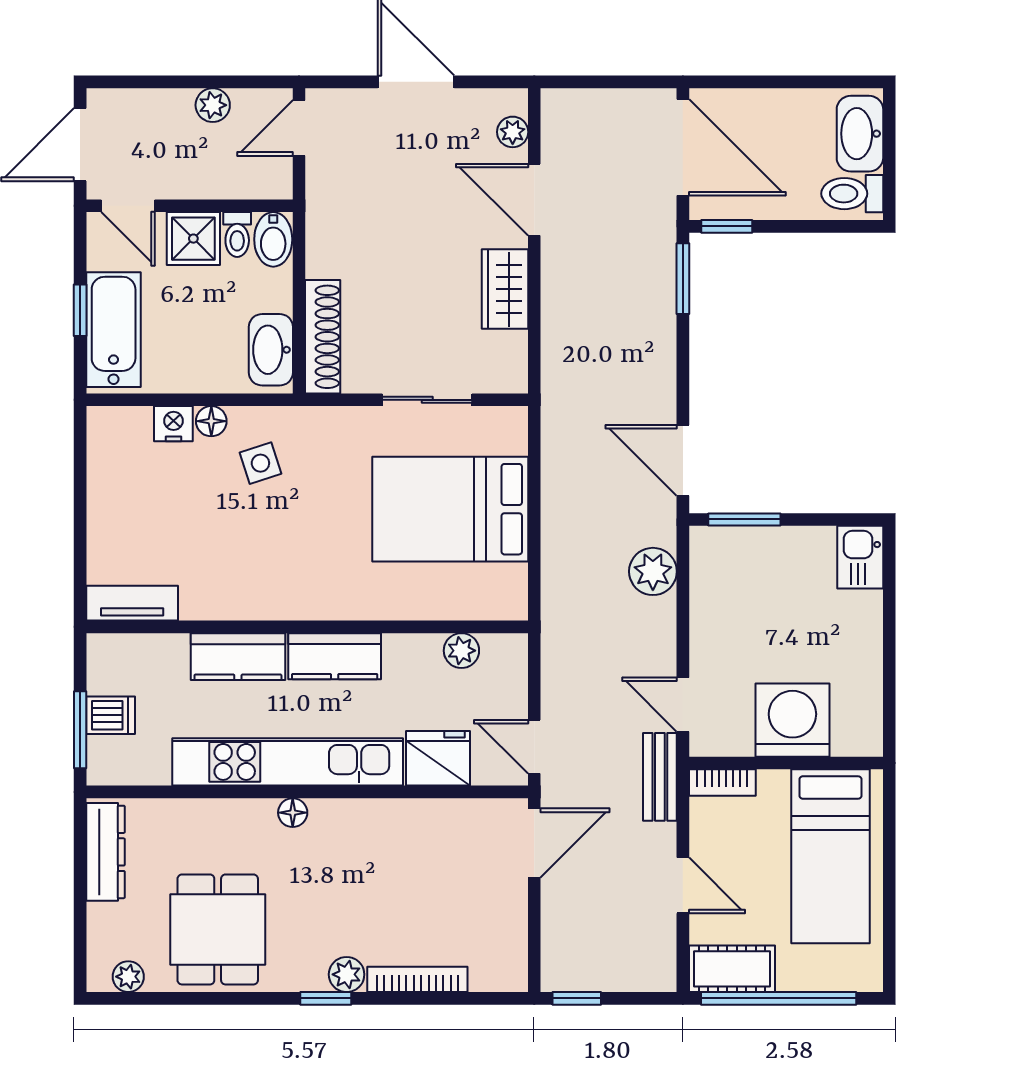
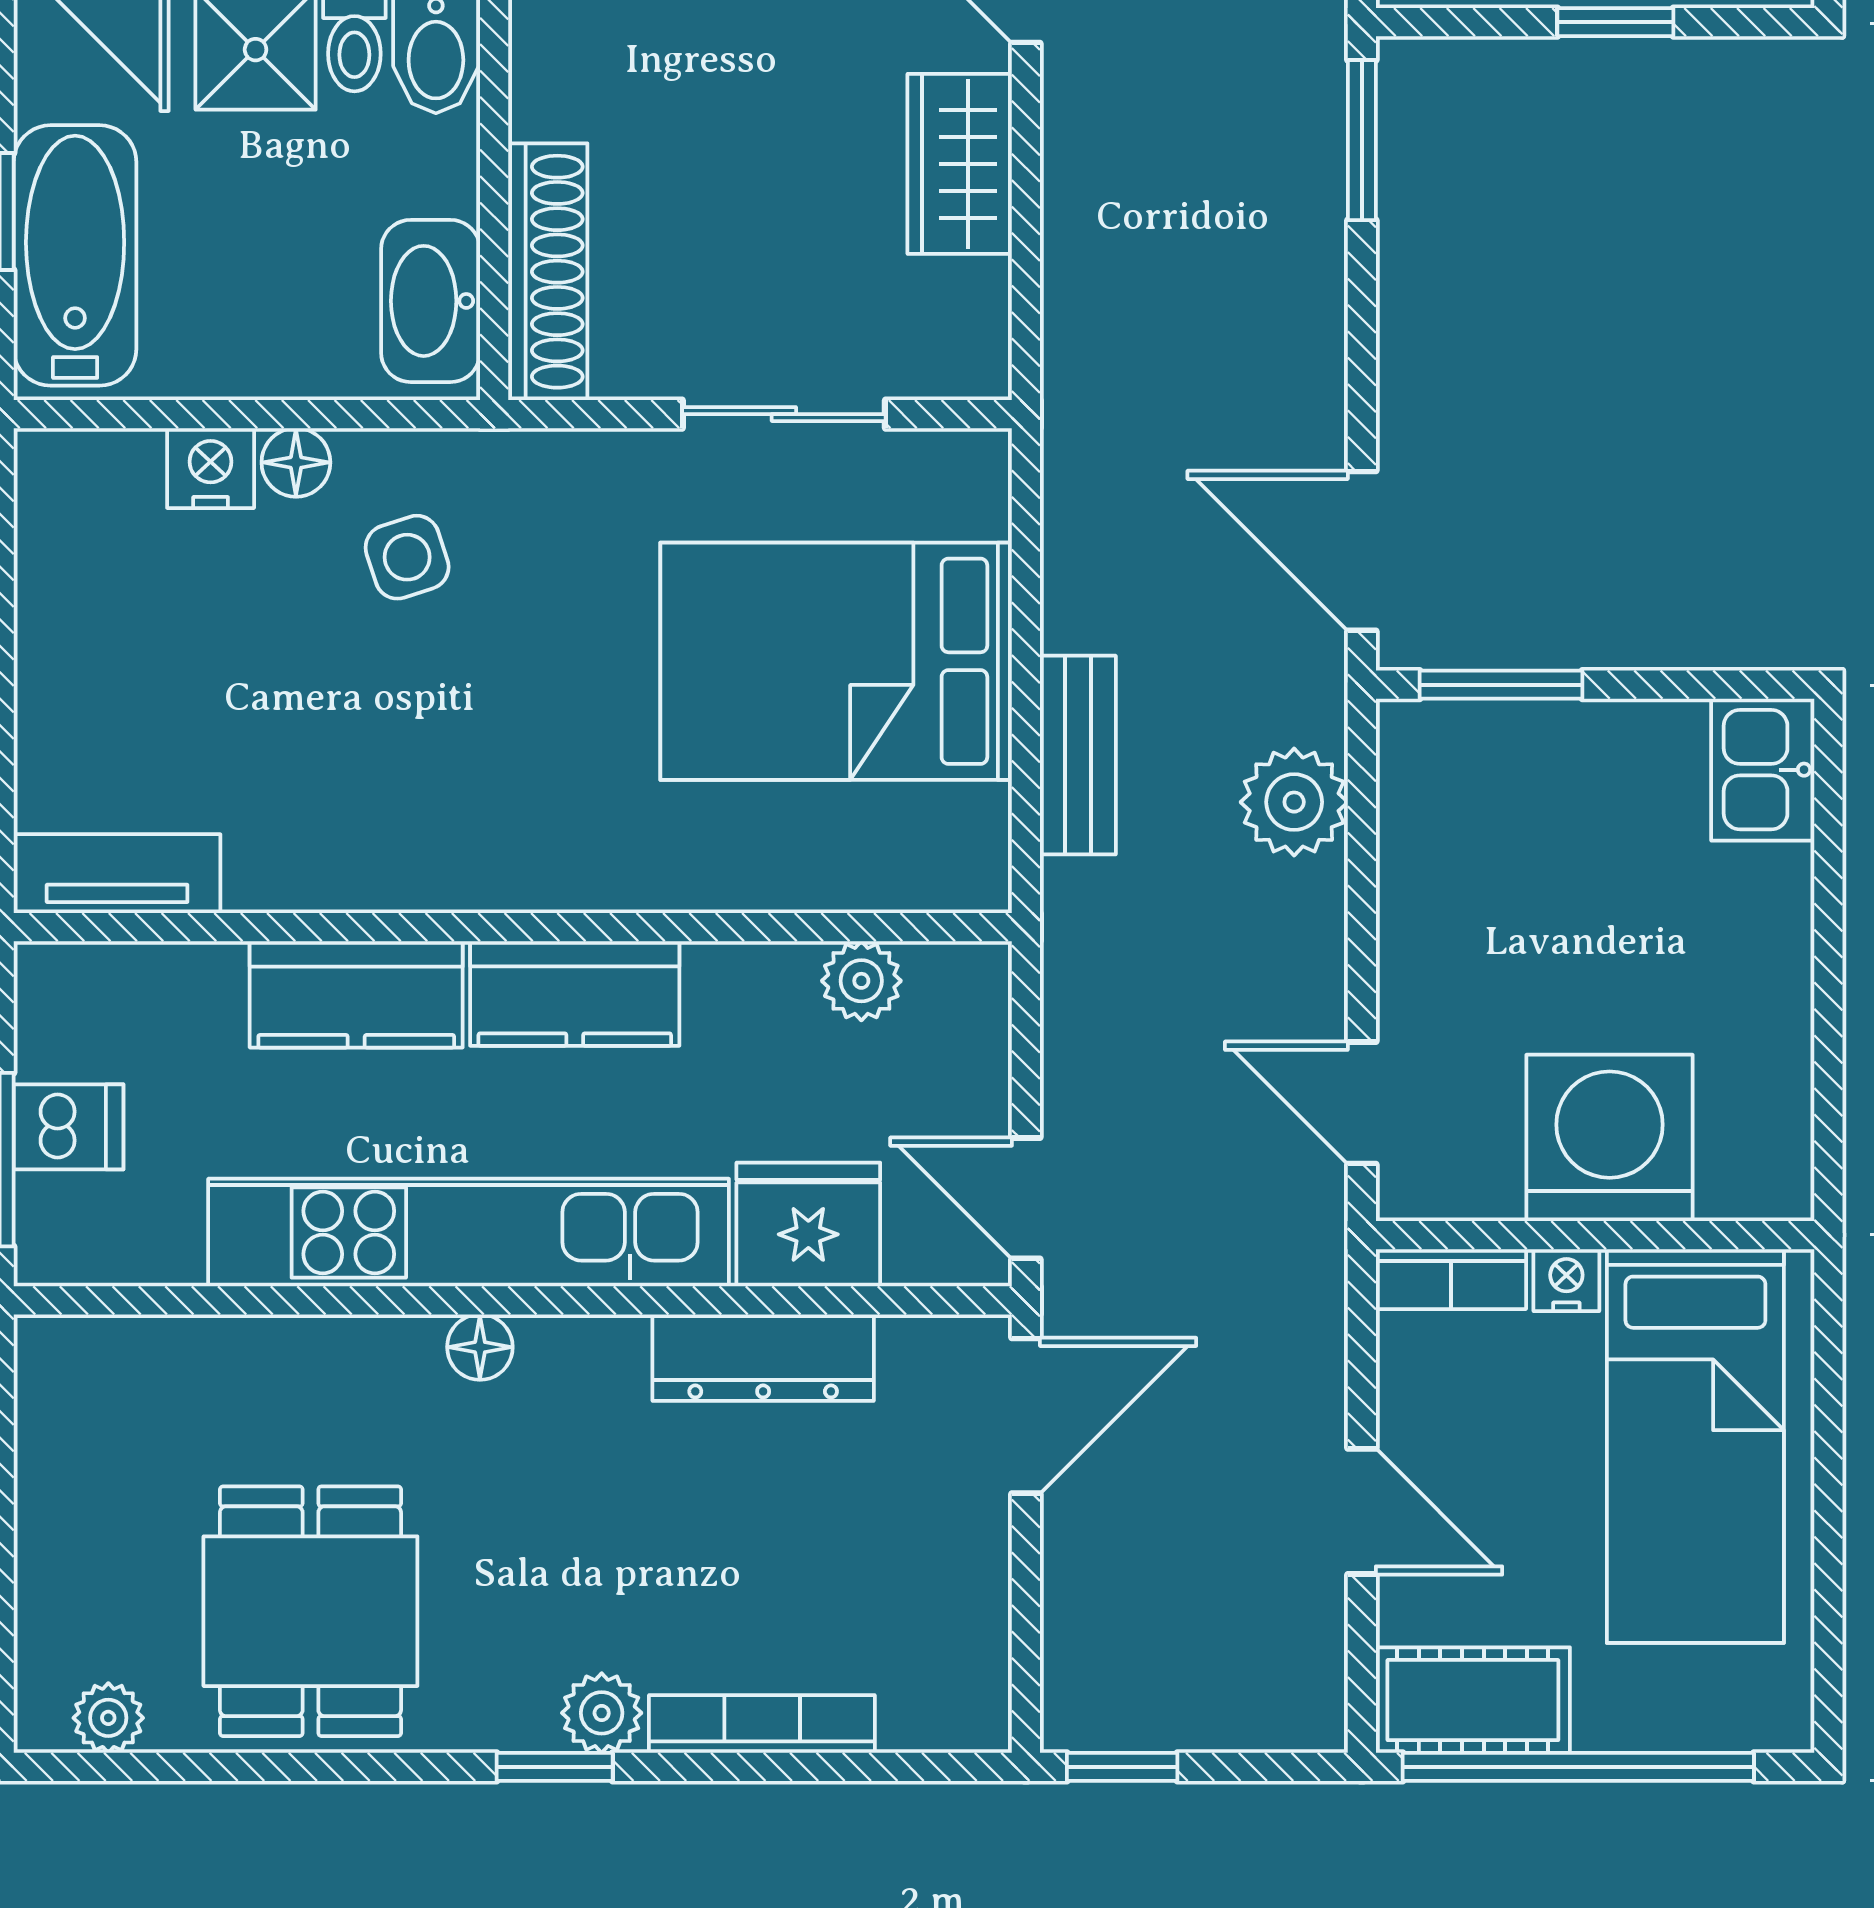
window: (727, 226) -> (1615, 22), moved
bench: (660, 777) -> (1078, 755), moved
nightstand: (773, 783) -> (1566, 1280), added
dresser: (106, 852) -> (763, 1358), moved, turned 90

